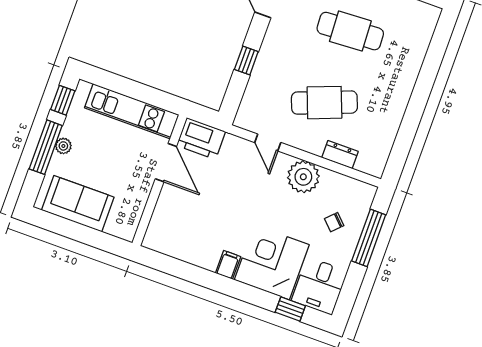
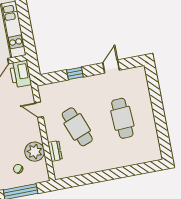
door: (268, 143) -> (39, 110), hinge flipped
plant: (303, 177) -> (35, 152), moved

